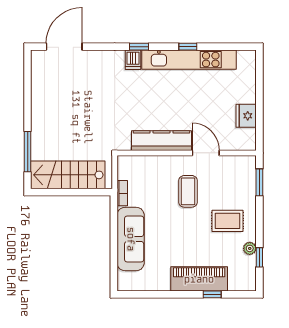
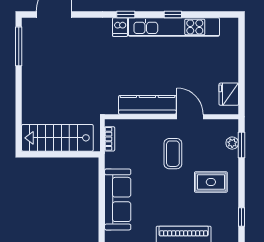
fridge: (246, 116) -> (229, 94), moved
window: (28, 152) -> (19, 46), moved
bookcase: (122, 193) -> (110, 139), moved
plant: (250, 248) -> (232, 143), moved

